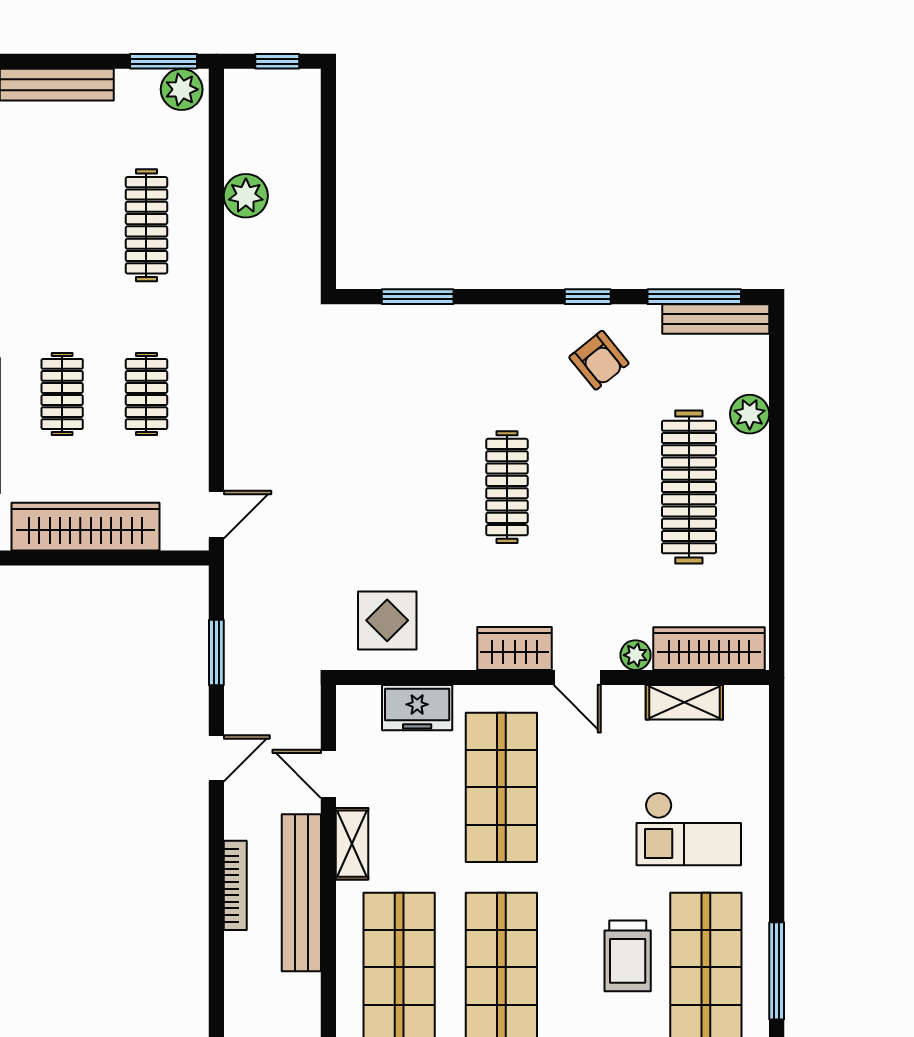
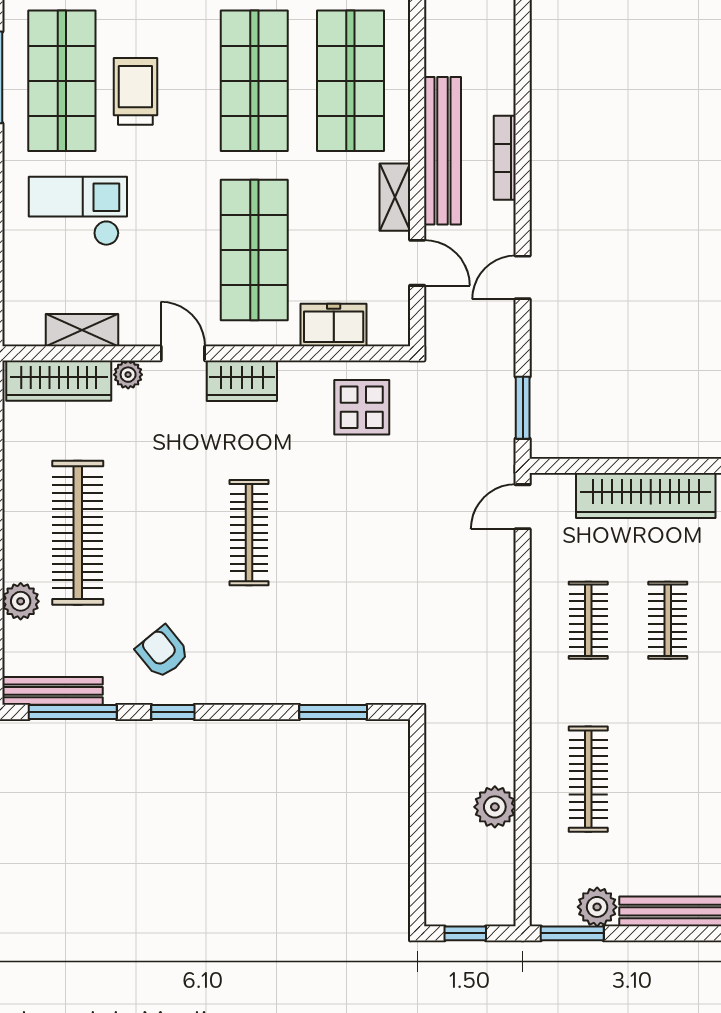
plant: (182, 89) -> (597, 907), moved
window: (216, 653) -> (523, 408), moved

